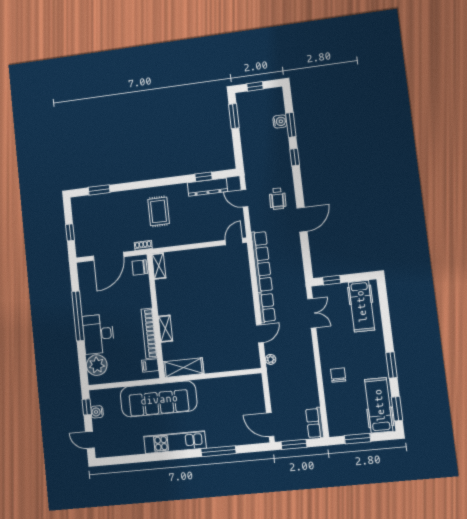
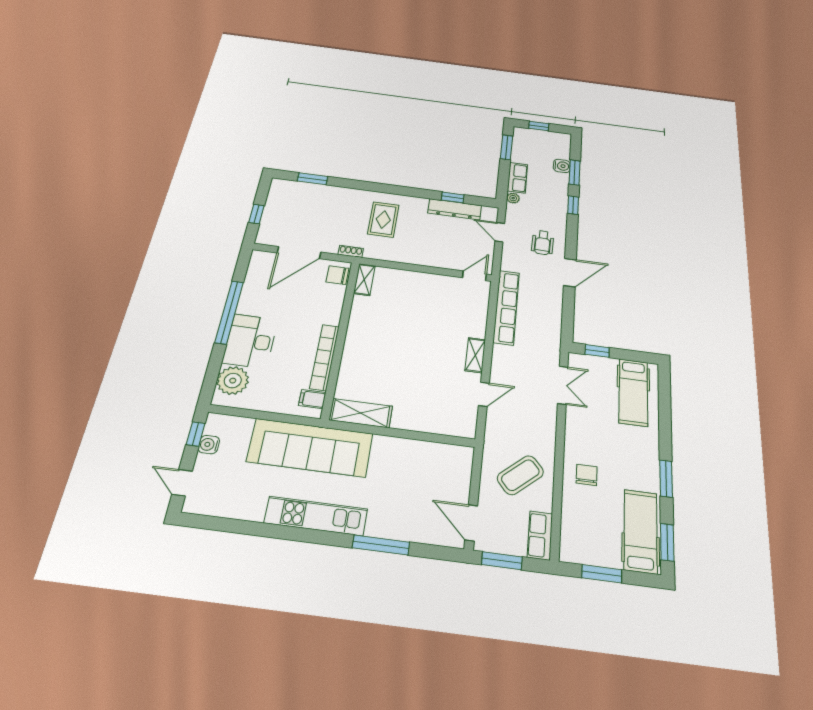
row of seats: (267, 308) -> (517, 178), moved
shelving: (165, 329) -> (475, 355), moved
plant: (271, 359) -> (513, 198), moved
coffee table: (295, 386) -> (520, 475), added

